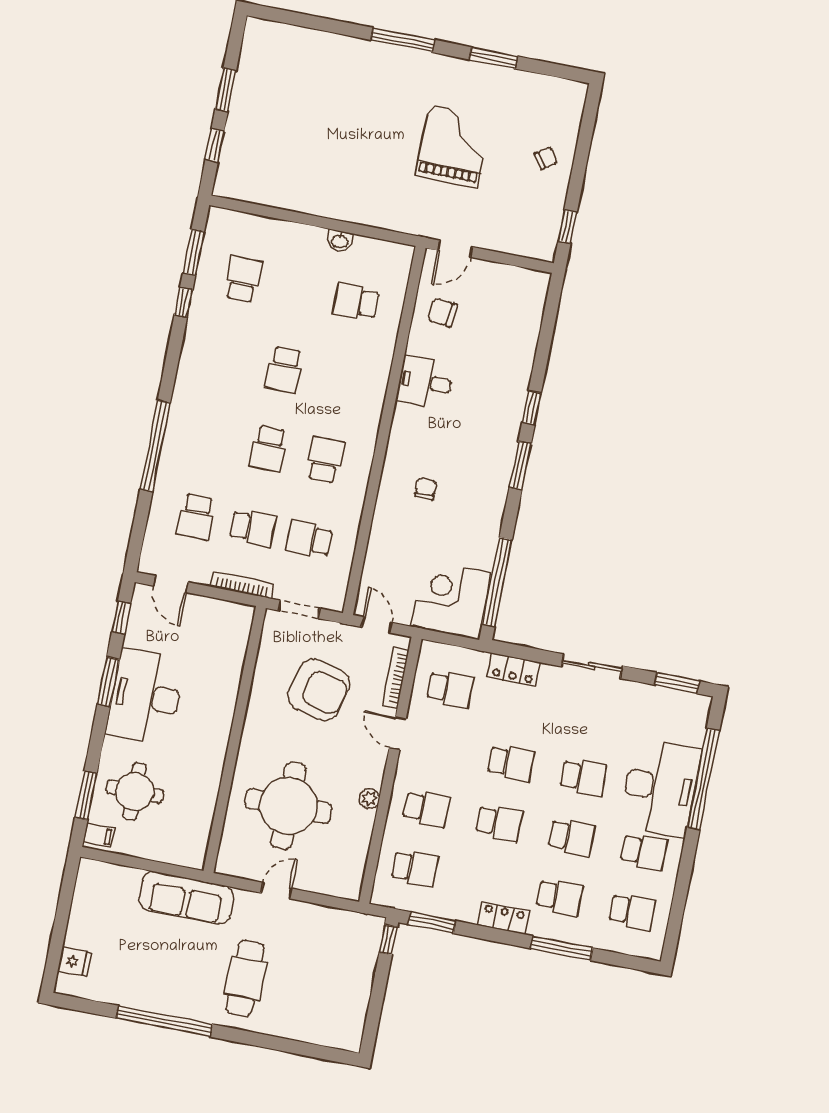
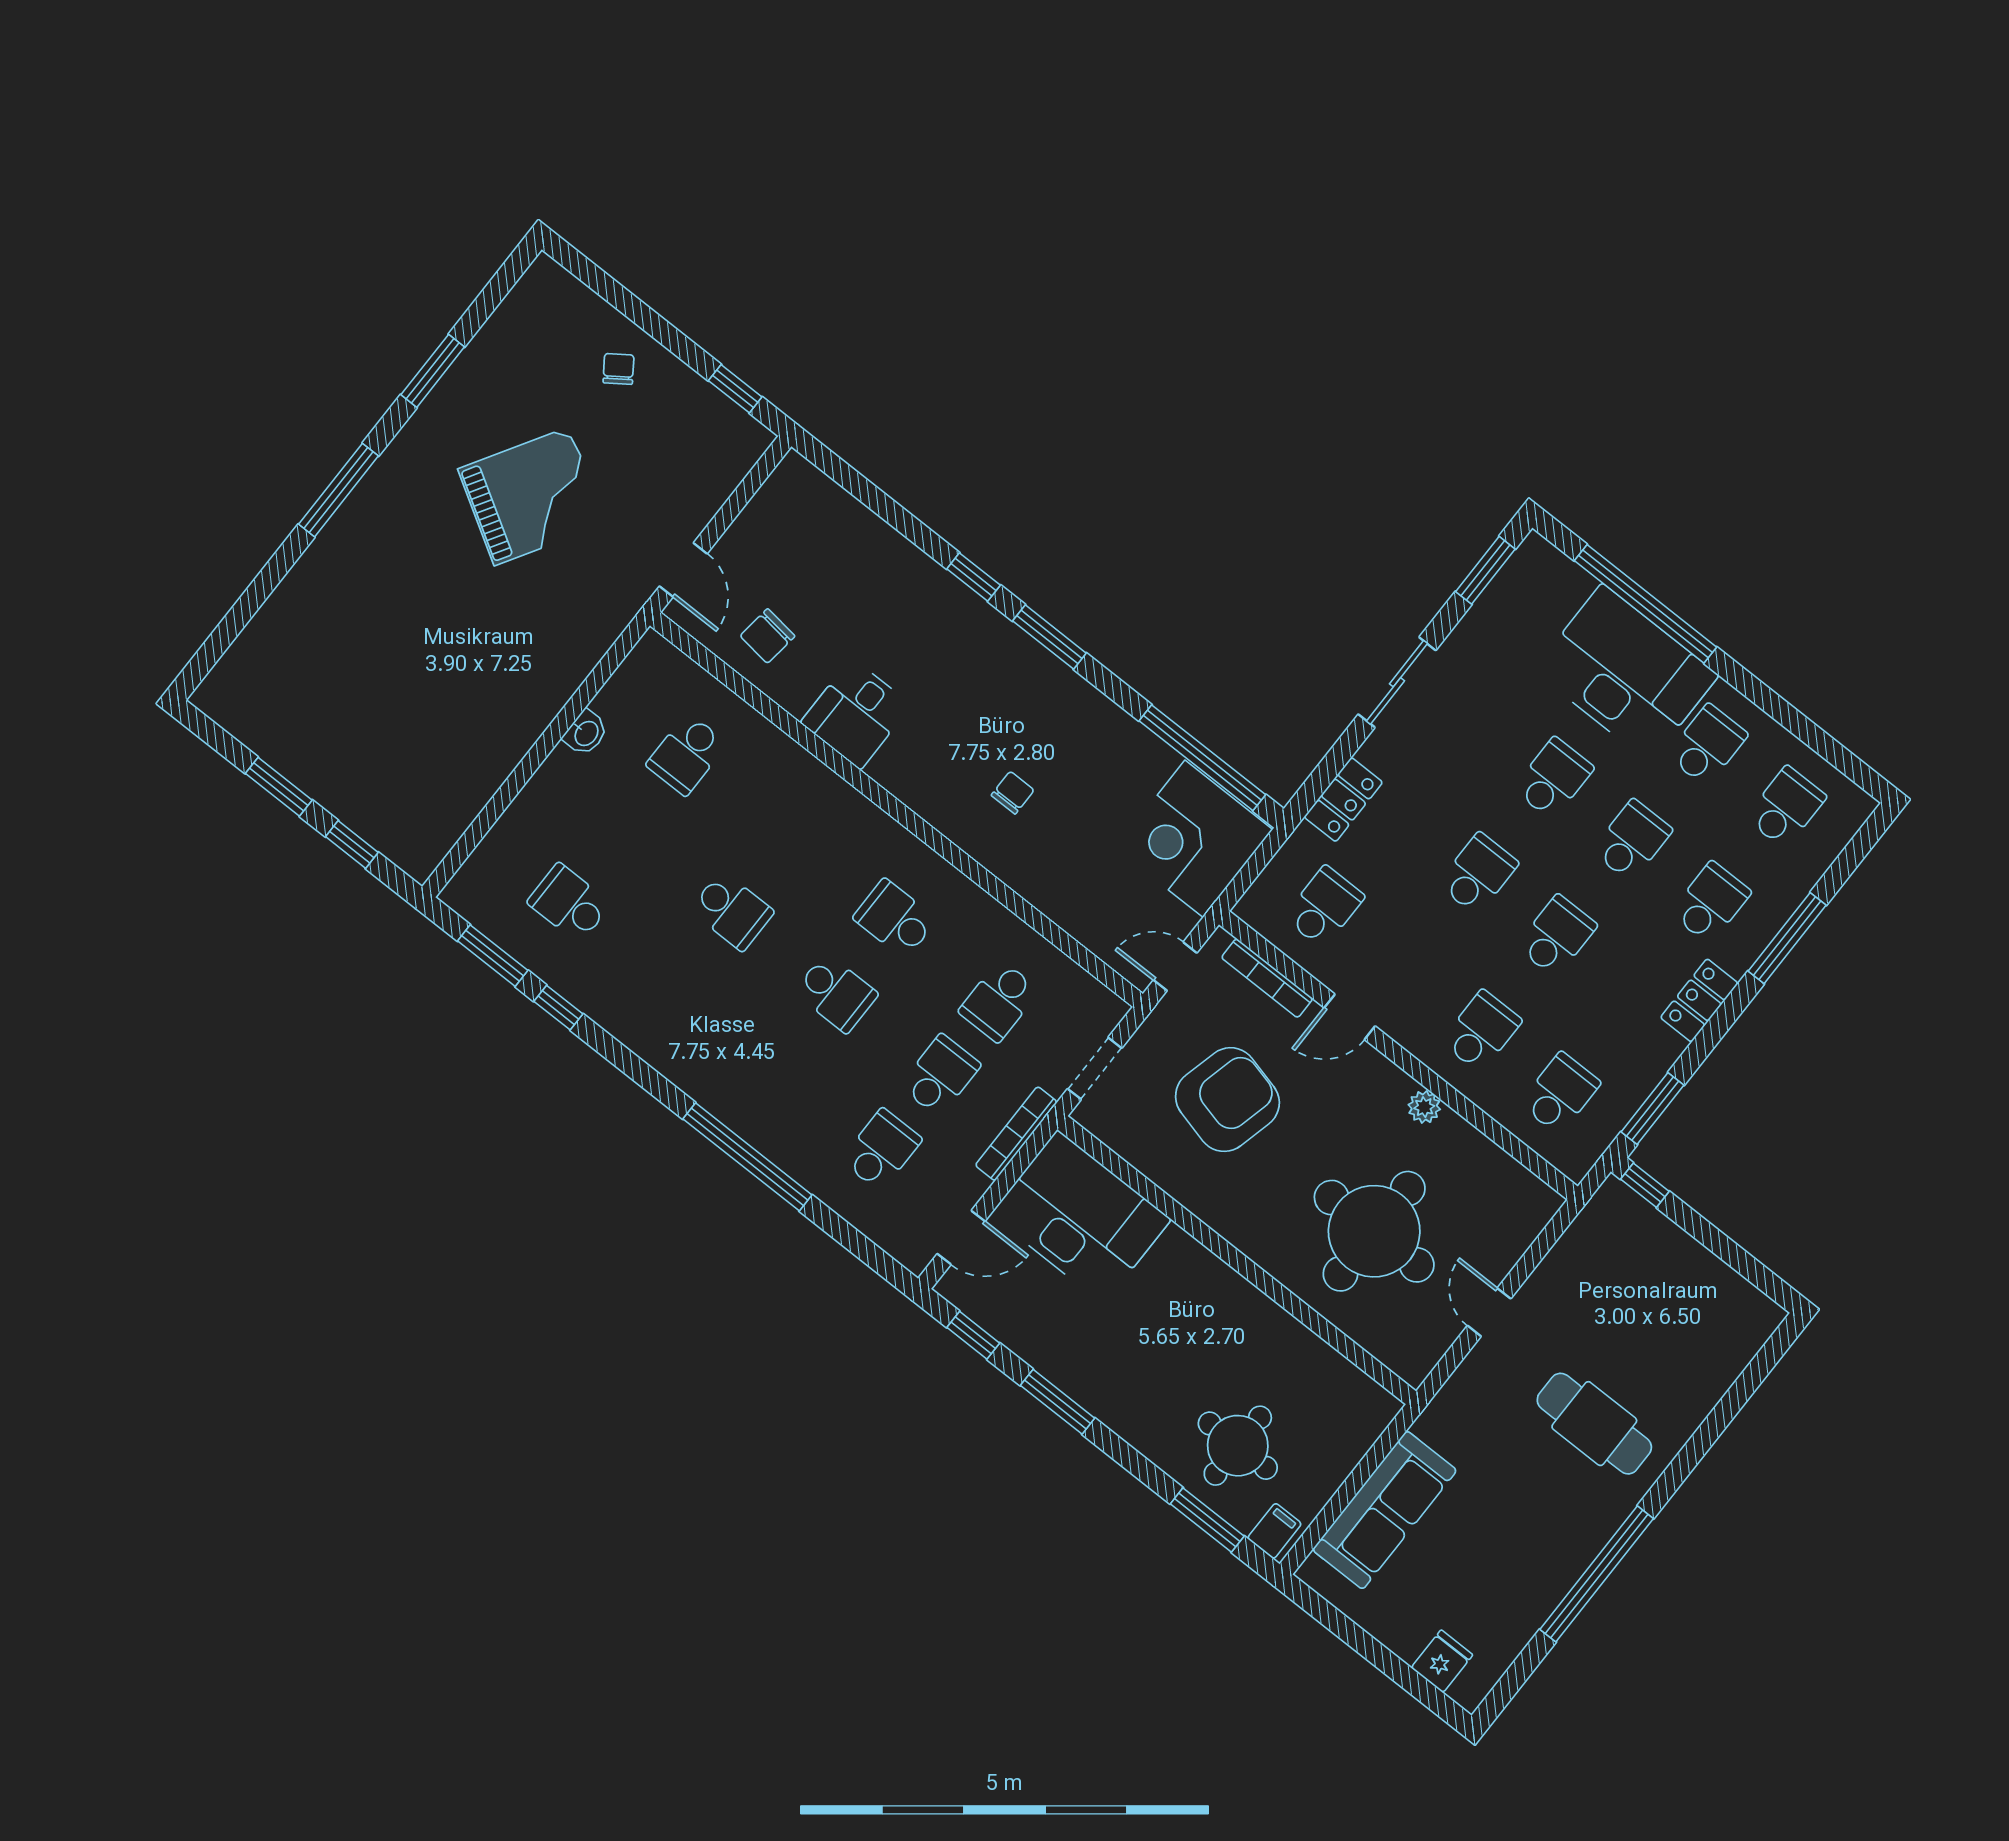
grand piano: (453, 146) -> (532, 496), turned 121
chair: (426, 489) -> (1013, 793), turned 90
school desk: (196, 517) -> (881, 1150), turned -90
desk: (146, 696) -> (1081, 1217), moved, turned 180
sofa: (186, 898) -> (1385, 1510), moved

